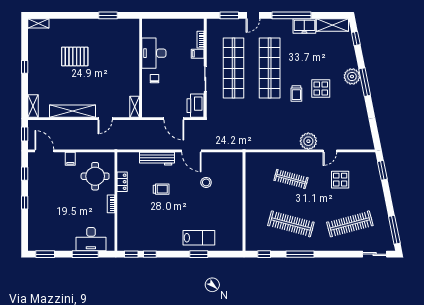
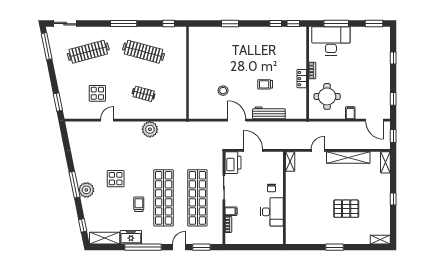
window: (108, 15) -> (335, 247), moved
trolley: (296, 94) -> (139, 204), moved
plant: (308, 141) -> (150, 129), moved
clothes rail: (291, 179) -> (144, 94), width x0.73
locker: (122, 182) -> (302, 79), moved
window: (25, 203) -> (393, 58), moved
lab bench: (199, 238) -> (230, 39), removed
desk: (91, 239) -> (331, 41), width x1.36, depth x1.30
window: (300, 254) -> (124, 24), moved

